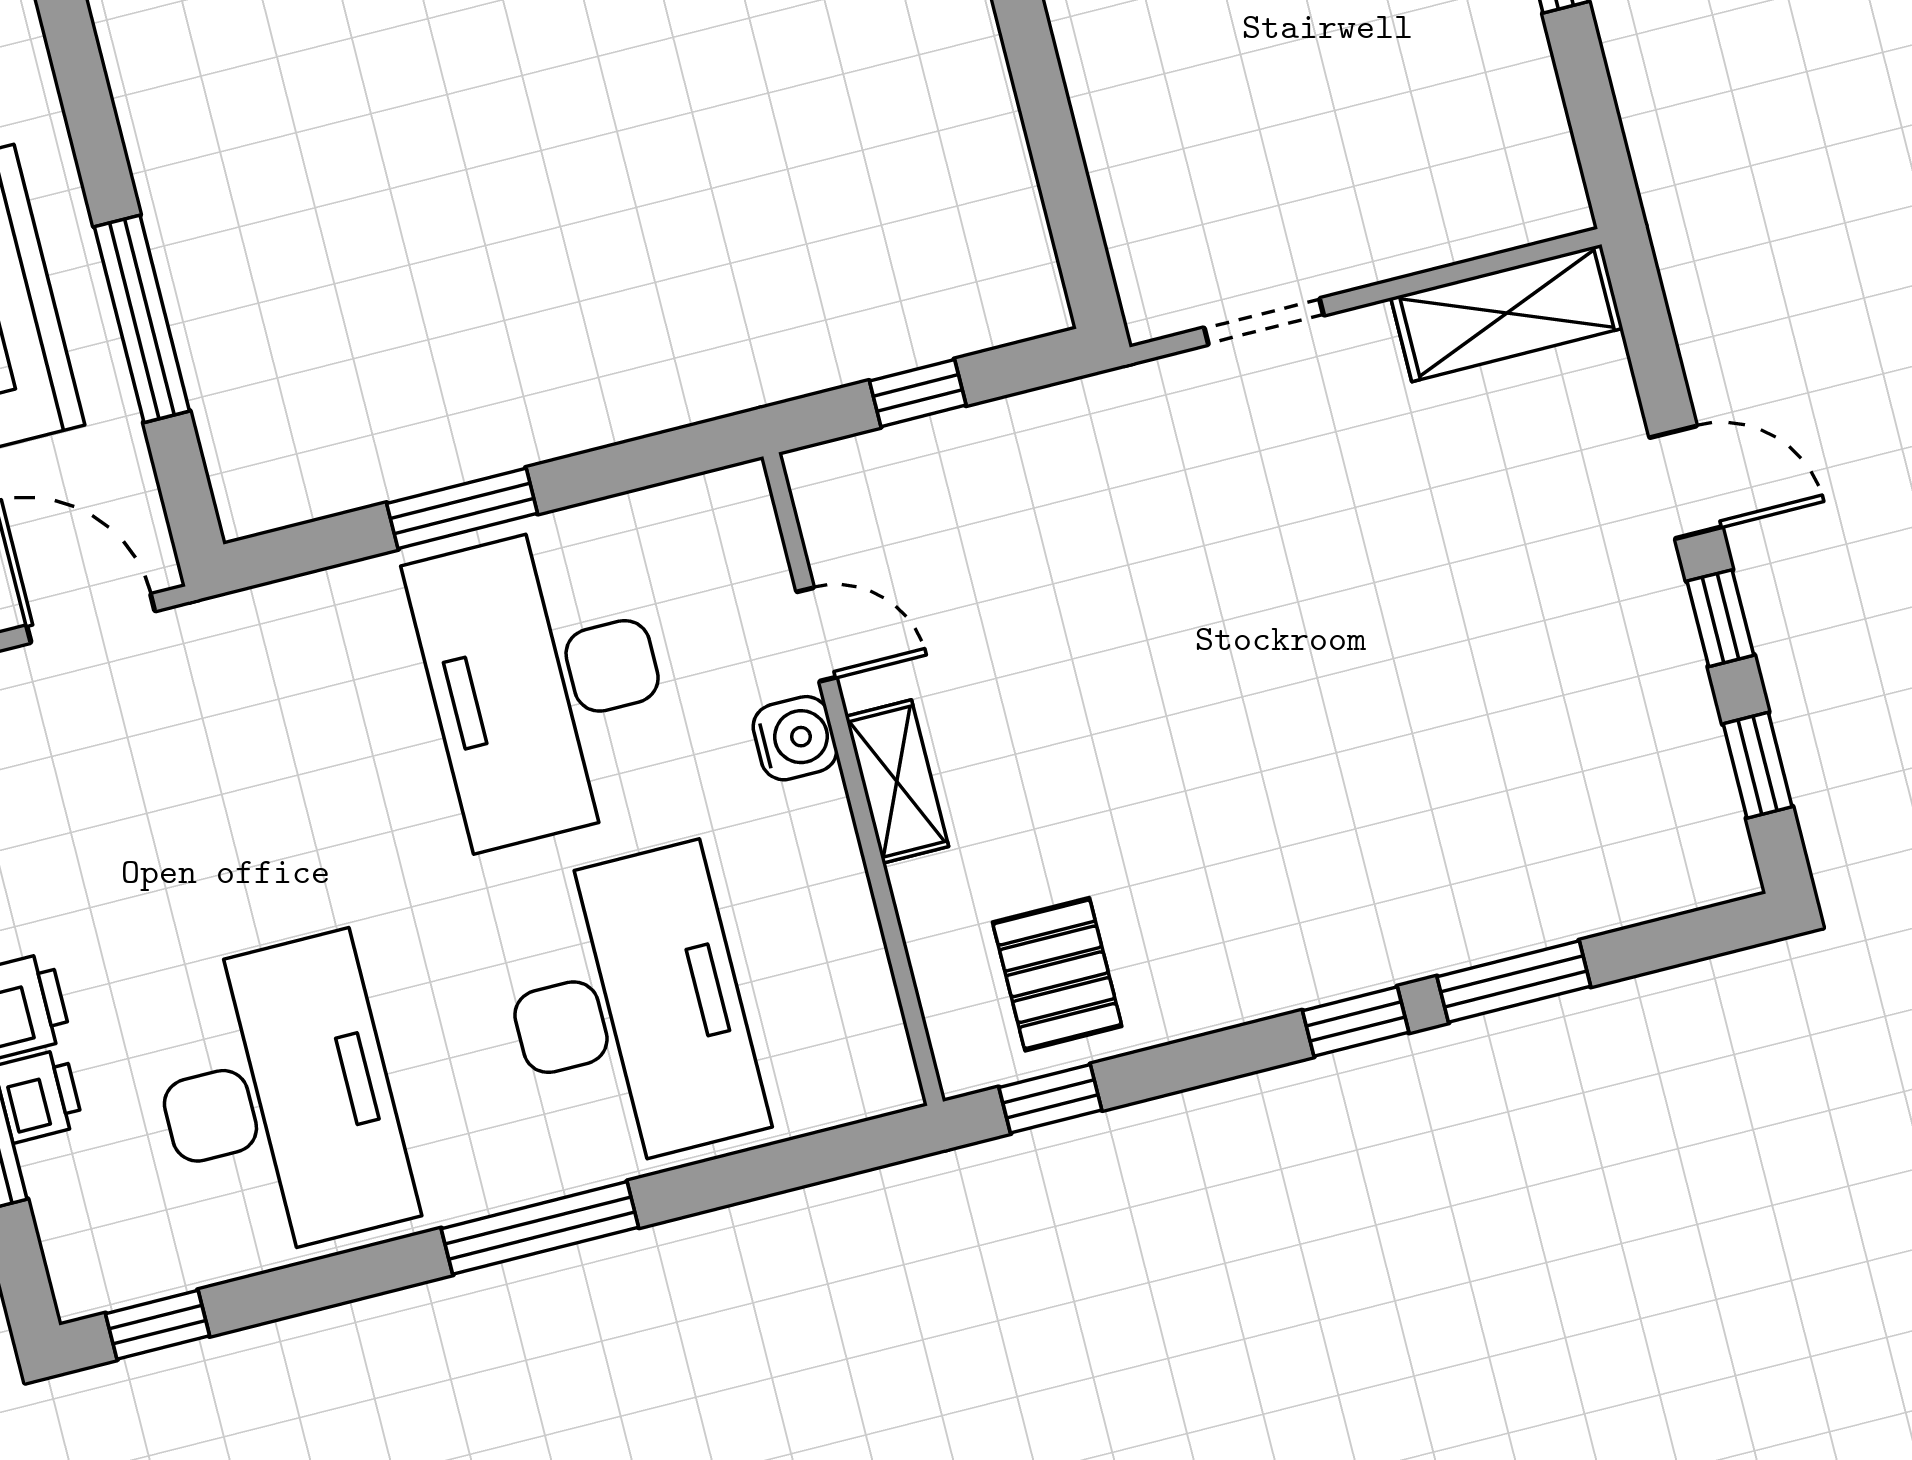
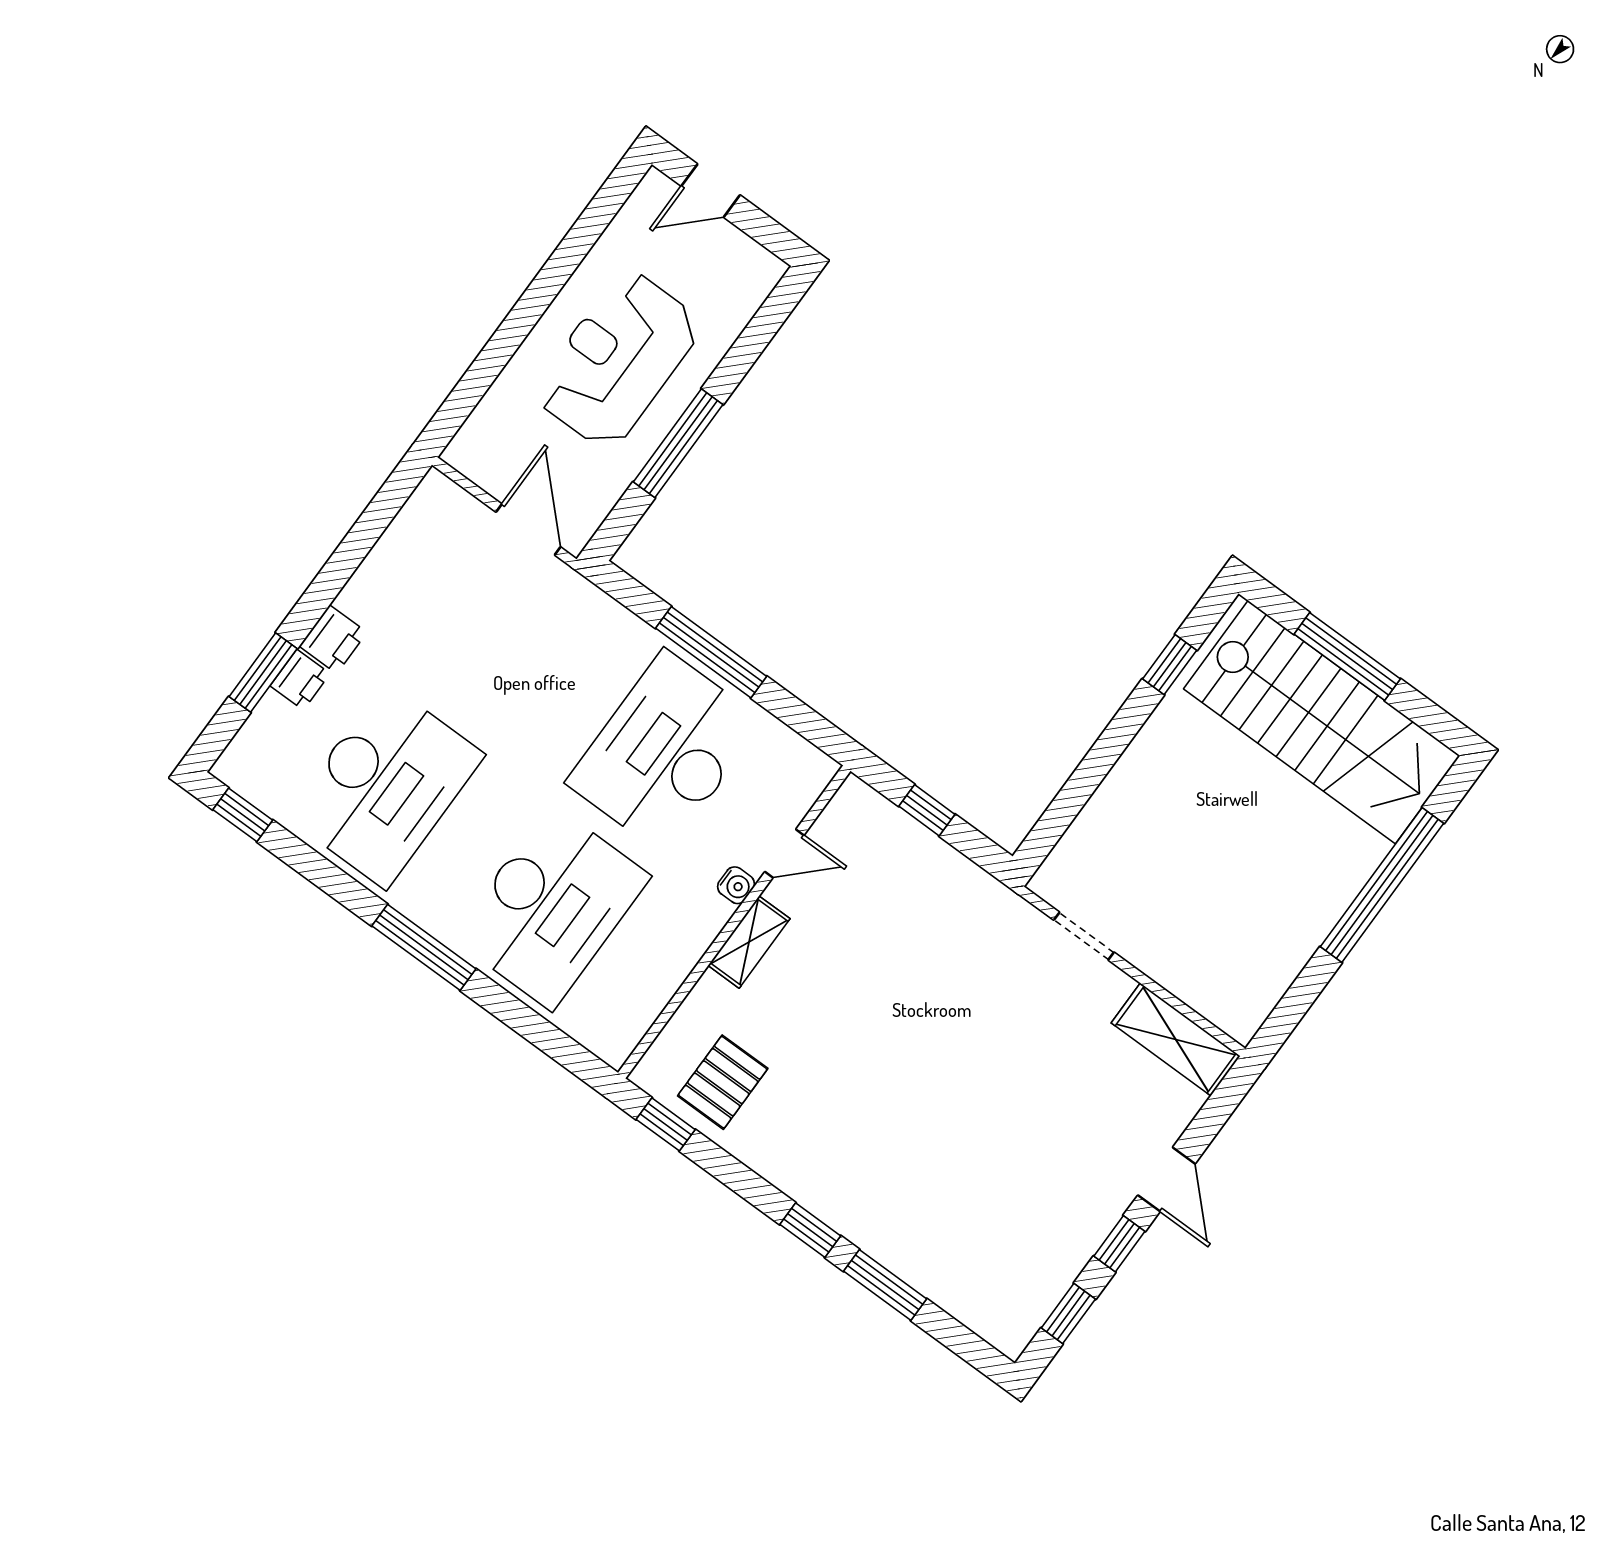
window: (462, 508) -> (711, 652), width x1.44
door: (816, 635) -> (784, 853), hinge flipped
water cooler: (795, 738) -> (736, 885), width x0.72, depth x0.72

